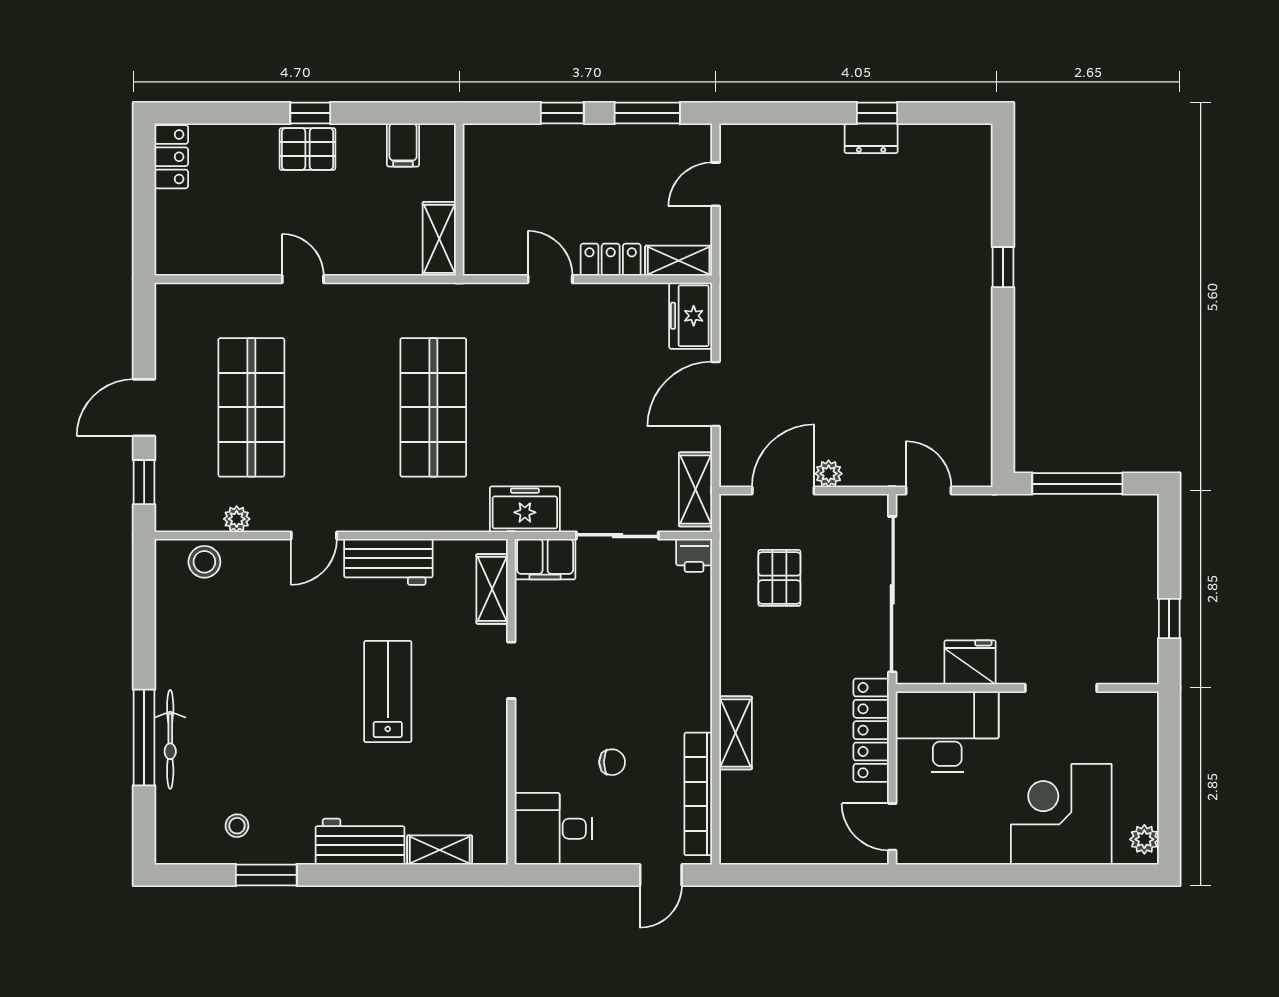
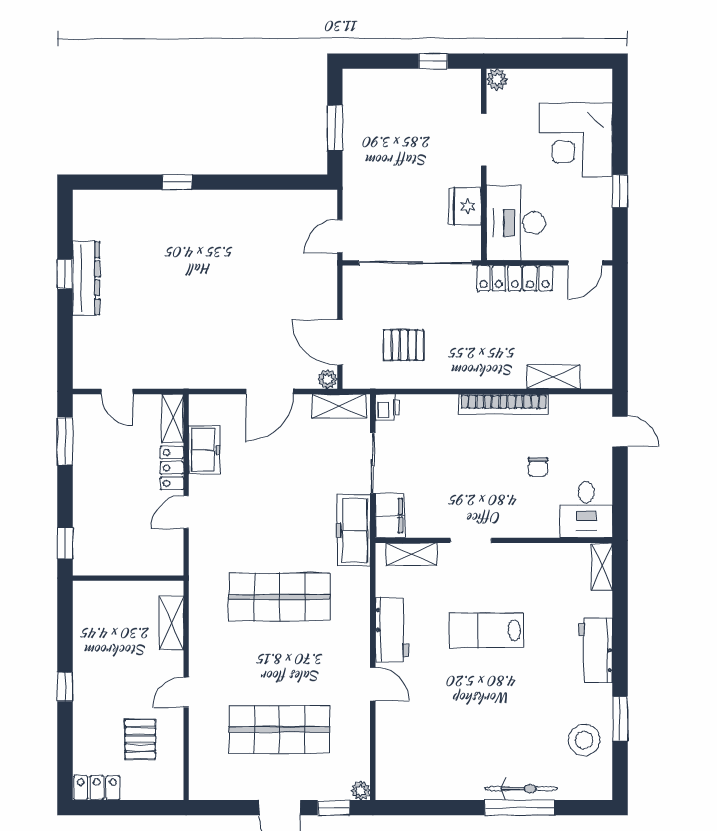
window: (562, 113) -> (65, 543), moved
dresser: (871, 138) -> (86, 278), width x1.96, depth x1.24
filing cabinet: (403, 145) -> (88, 619), removed
pallet: (307, 149) -> (140, 739), moved
shelving: (439, 239) -> (171, 623), moved, turned 90
freezer: (691, 316) -> (204, 450), moved, turned -90
door: (716, 394) -> (270, 391), hinge flipped
plant: (829, 474) -> (328, 379), moved
window: (1077, 484) -> (335, 128), width x0.69
freezer: (525, 509) -> (354, 530), width x1.40
plant: (237, 519) -> (361, 791), moved
stool: (204, 562) -> (392, 764), removed
shelving: (735, 733) -> (553, 377), moved
chair: (612, 762) -> (538, 467), turned 180
bookcase: (698, 794) -> (504, 404), moved
stool: (237, 826) -> (584, 740), width x1.89, depth x1.89
plant: (1144, 839) -> (497, 79), moved
shelving: (440, 850) -> (602, 567), moved
window: (991, 875) -> (620, 191), added

